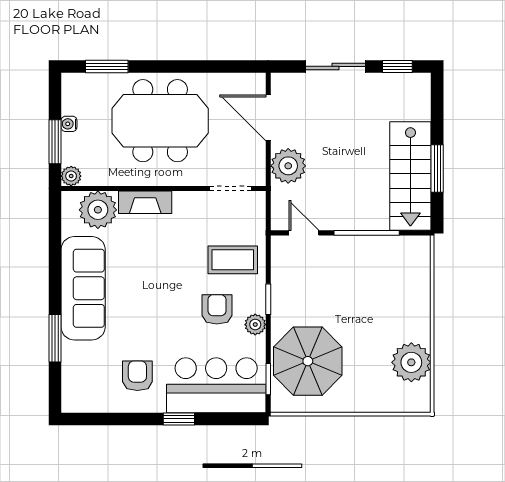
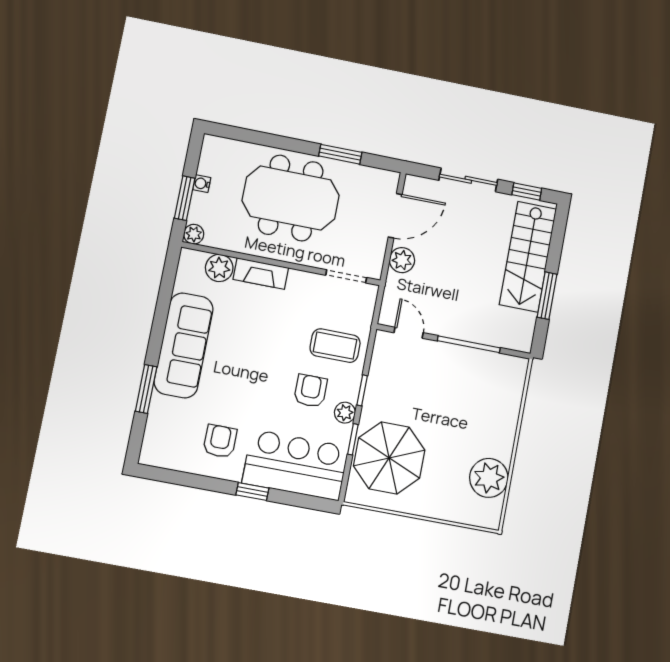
window: (107, 66) -> (340, 154), moved
door: (268, 118) -> (395, 216), swing flipped
plant: (288, 166) -> (402, 260), width x0.73, depth x0.73
stairs: (410, 176) -> (528, 257), moved
plant: (98, 210) -> (219, 268), width x0.73, depth x0.73
window: (268, 379) -> (353, 439), moved

